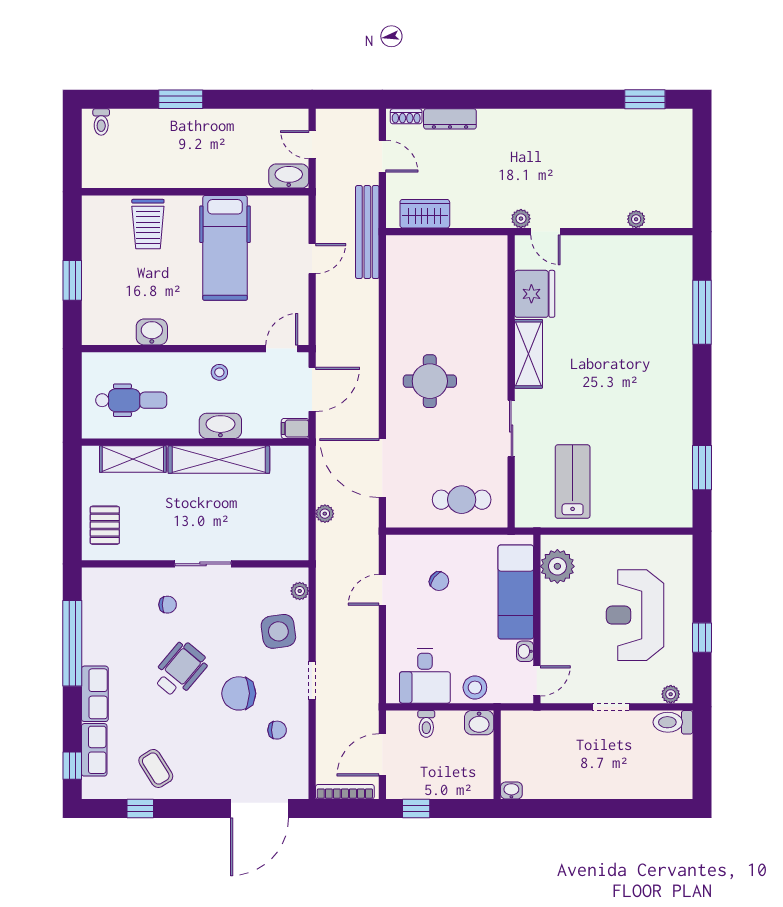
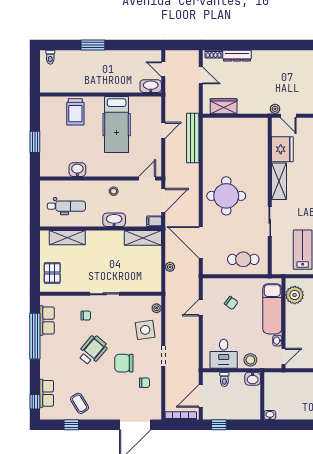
bench: (367, 232) -> (193, 138), moved
round table: (430, 381) -> (226, 196), width x1.36, depth x1.36
shelving: (219, 460) -> (143, 238), moved, width x0.68
row of seats: (95, 694) -> (47, 320), moved

